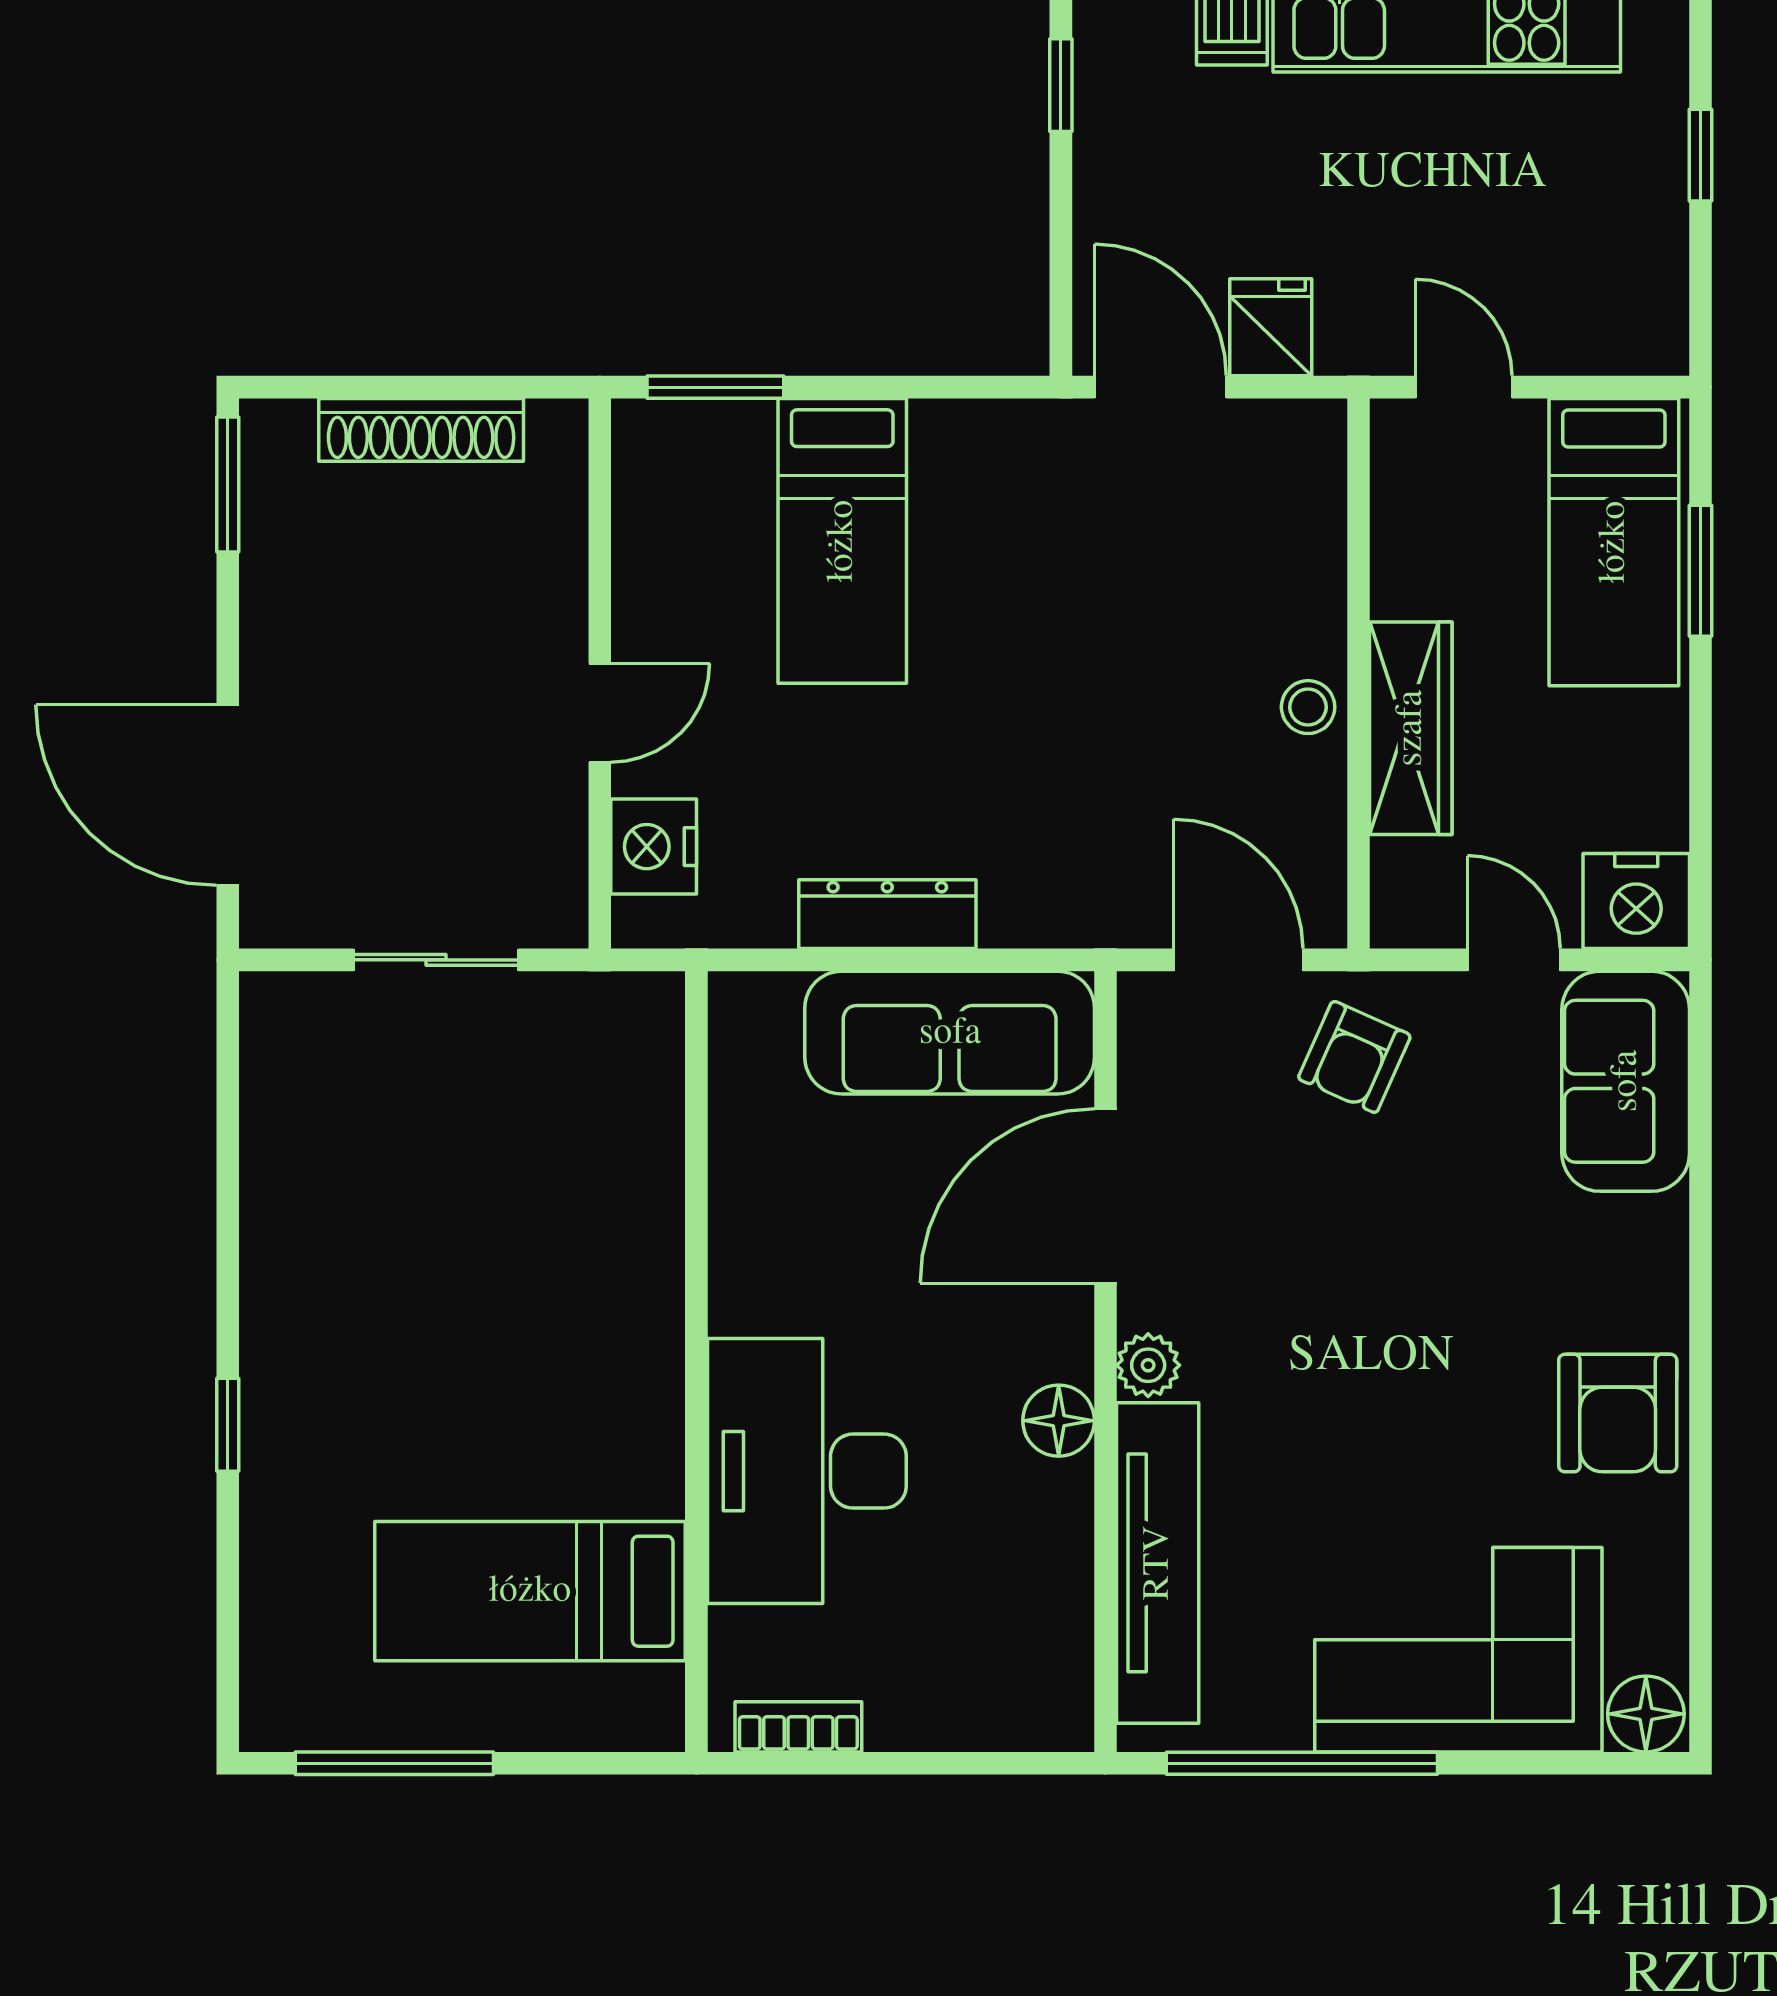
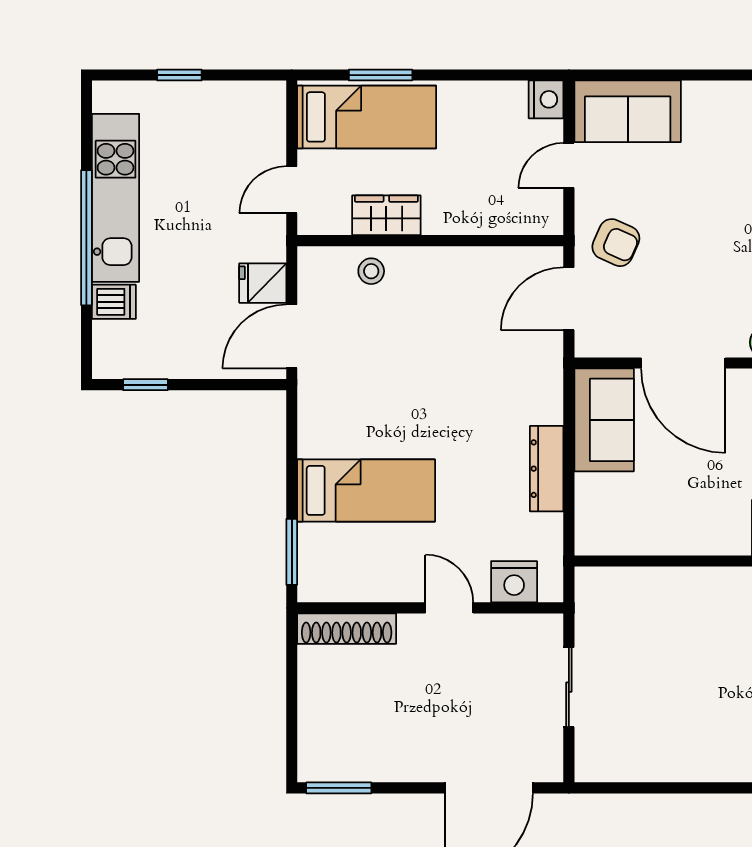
shoe rack: (421, 430) -> (347, 629), moved, turned 90
stool: (1308, 707) -> (371, 271), moved
wardrobe: (1411, 728) -> (386, 215), moved, width x0.67
nightstand: (1636, 901) -> (546, 99), width x0.74, depth x0.75
sofa: (950, 1033) -> (604, 420), width x0.73

